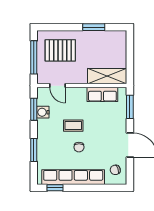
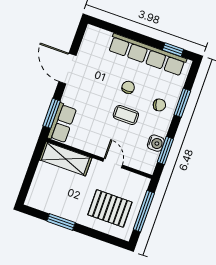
door: (57, 86) -> (113, 163), moved
row of seats: (102, 94) -> (62, 123), moved, turned 90
chair: (115, 170) -> (159, 105), moved

